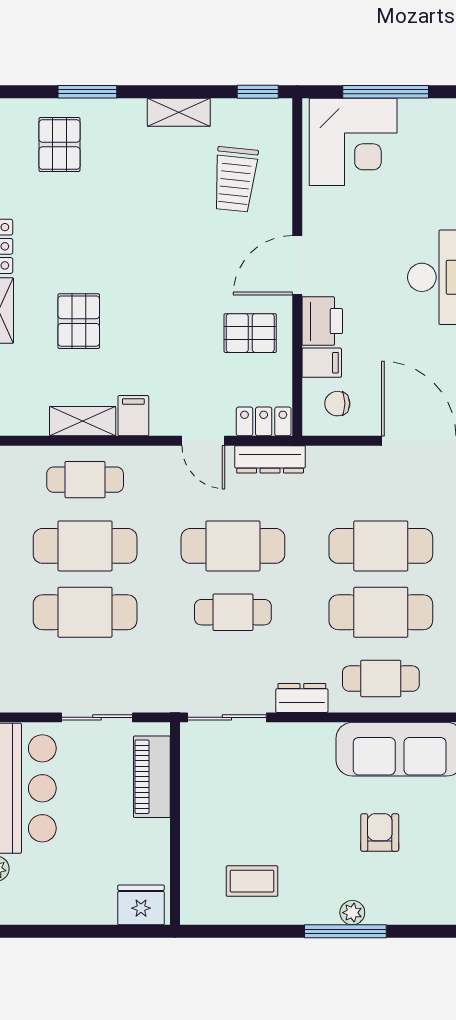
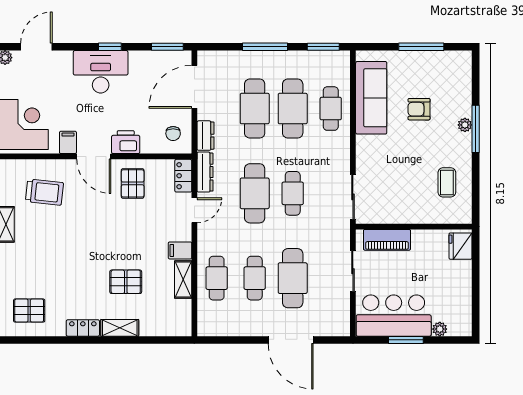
pallet: (59, 145) -> (29, 311), moved
filing cabinet: (322, 363) -> (68, 142), moved
cafe table: (85, 546) -> (255, 278), width x0.73, depth x0.74
dresser: (302, 698) -> (205, 136), moved, turned 180

